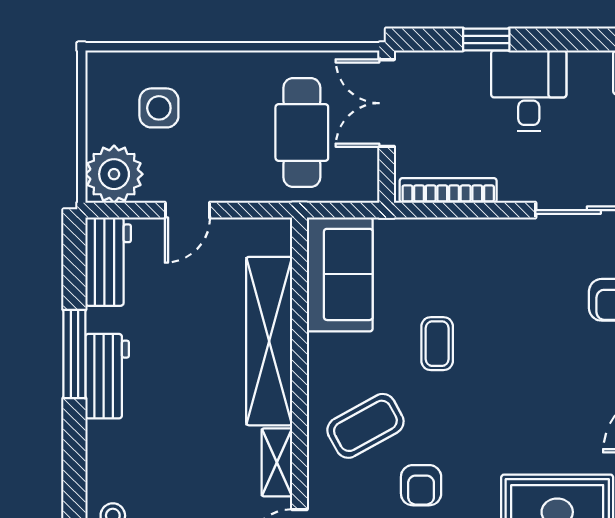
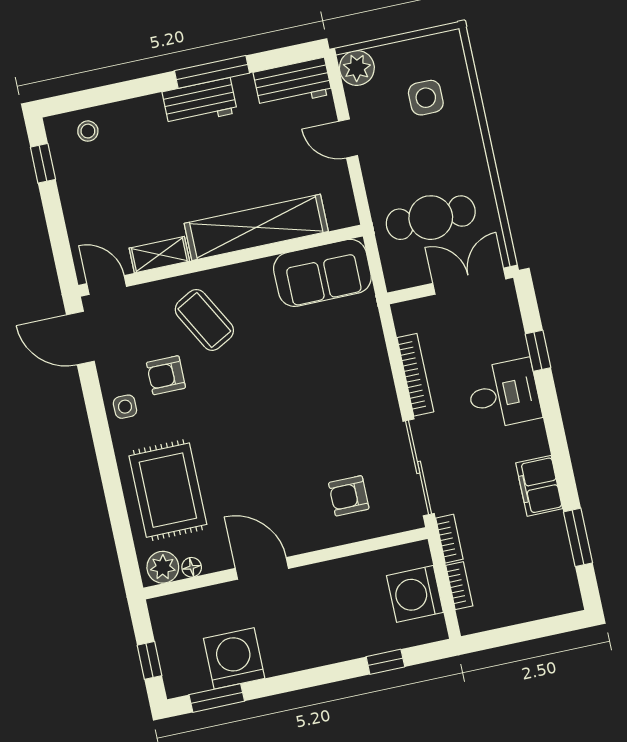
plant: (114, 174) -> (357, 68), width x0.73, depth x0.73
bookcase: (448, 190) -> (415, 375), moved
coffee table: (437, 344) -> (283, 364), removed

